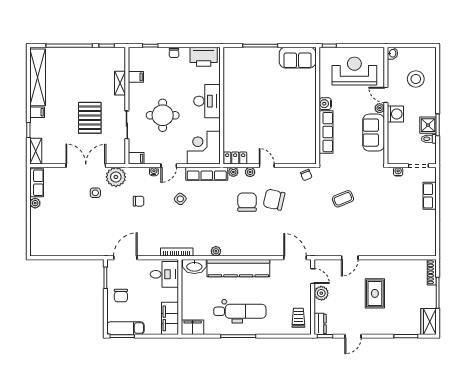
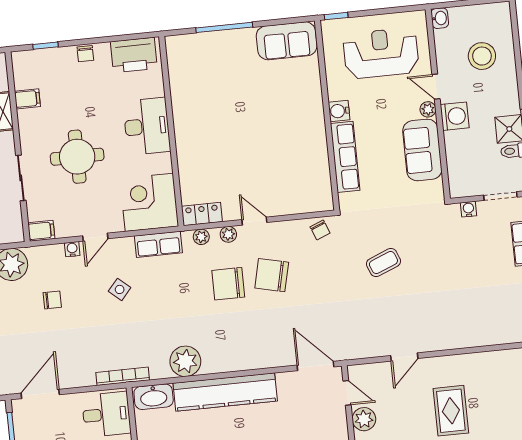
row of seats: (207, 174) -> (158, 244), width x0.68
chair: (247, 202) -> (228, 284), turned -90
plant: (216, 251) -> (185, 361), width x1.88, depth x1.88

